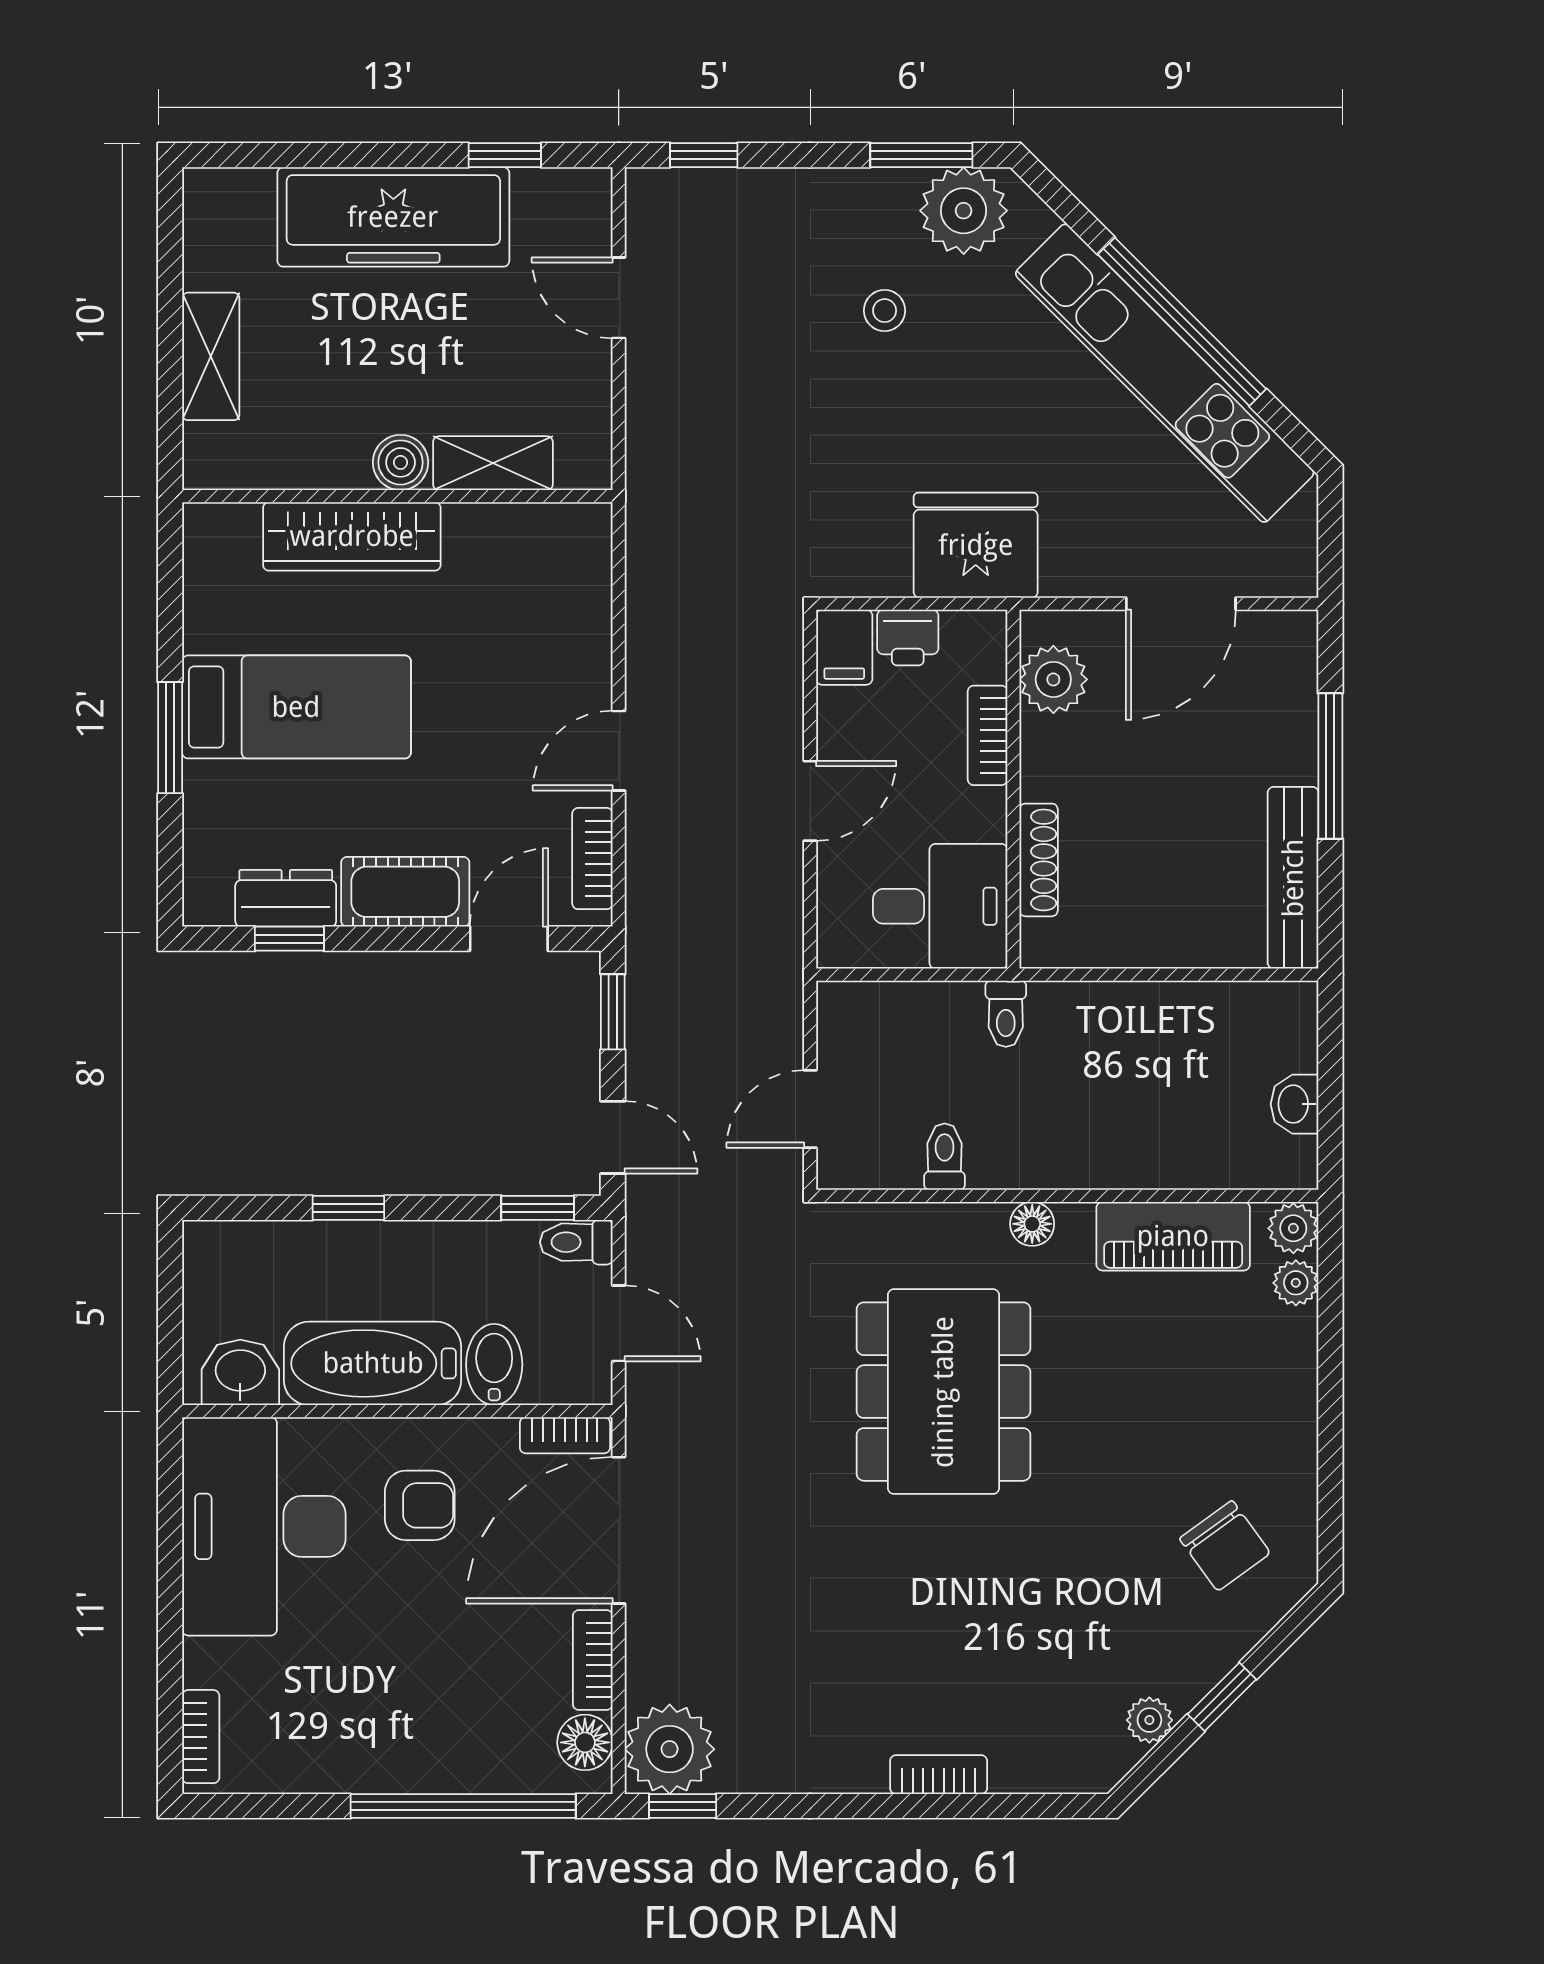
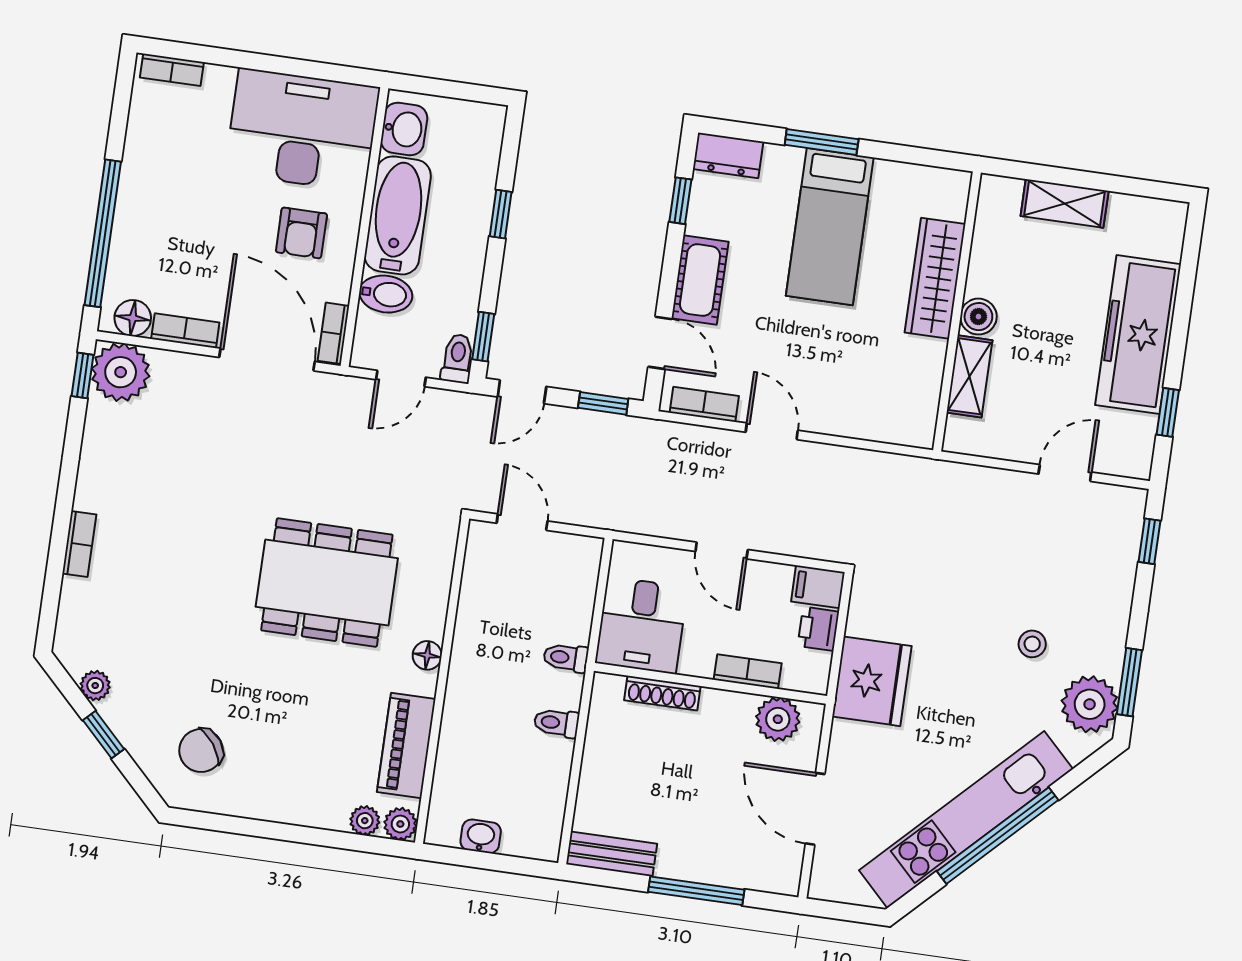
bench: (1293, 878) -> (612, 854), width x0.73
dresser: (286, 898) -> (728, 155), moved, turned 90
toilet: (945, 1157) -> (556, 723), moved, turned 180

